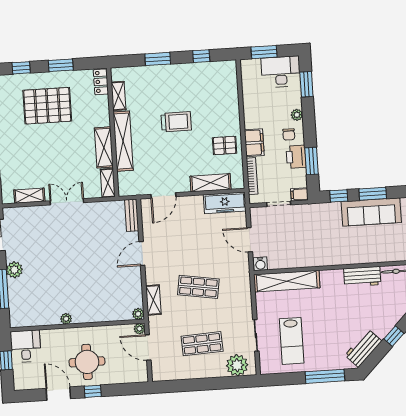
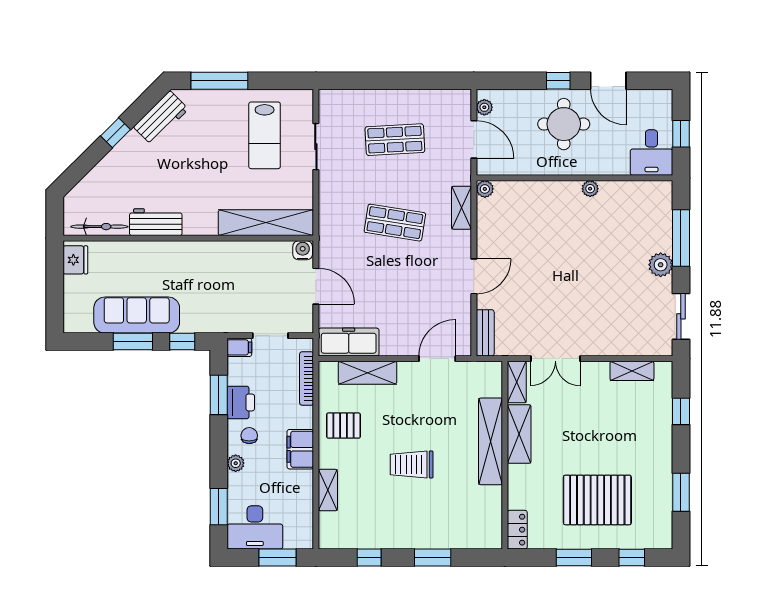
shelving: (118, 96) -> (328, 490), moved
filing cabinet: (254, 143) -> (300, 449), moved
double door: (67, 202) -> (555, 359), moved
plant: (139, 329) -> (484, 107), moved
lab bench: (292, 341) -> (265, 135), turned 180
plant: (237, 365) -> (346, 105), removed

